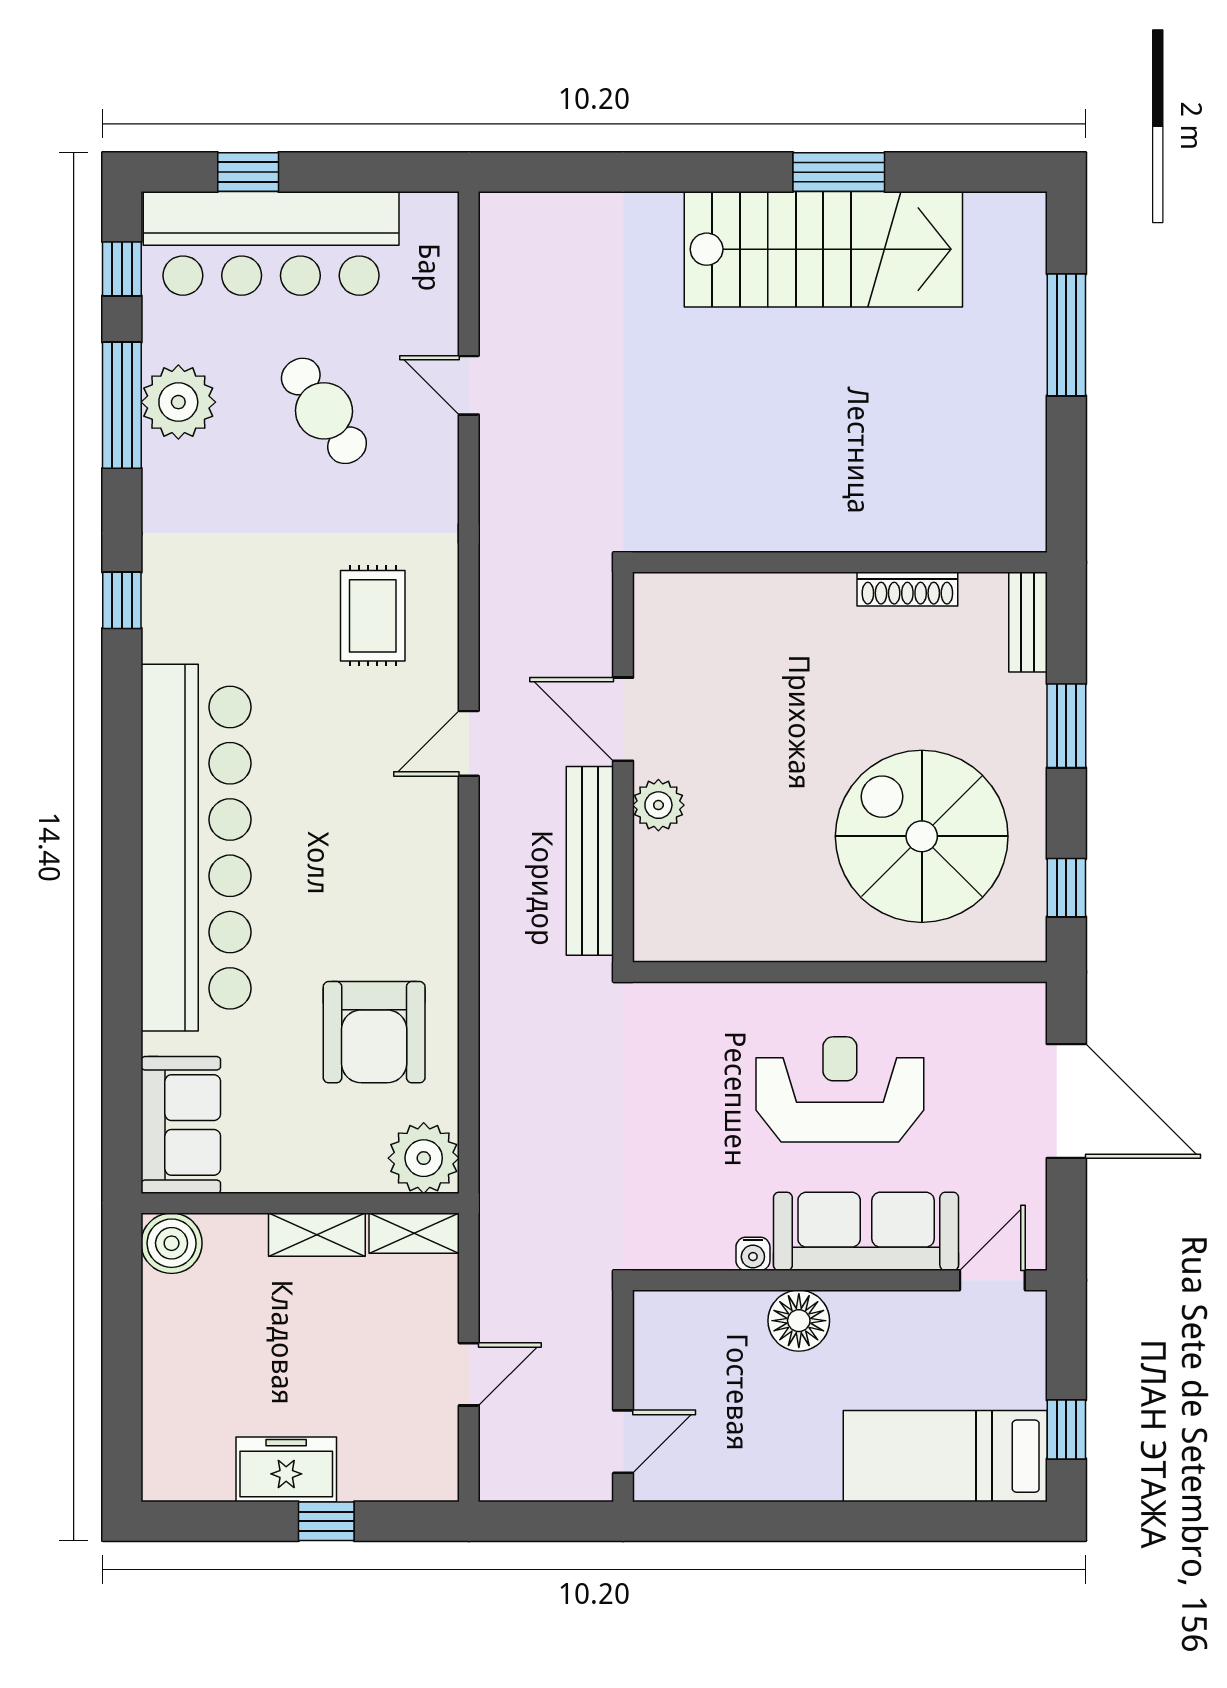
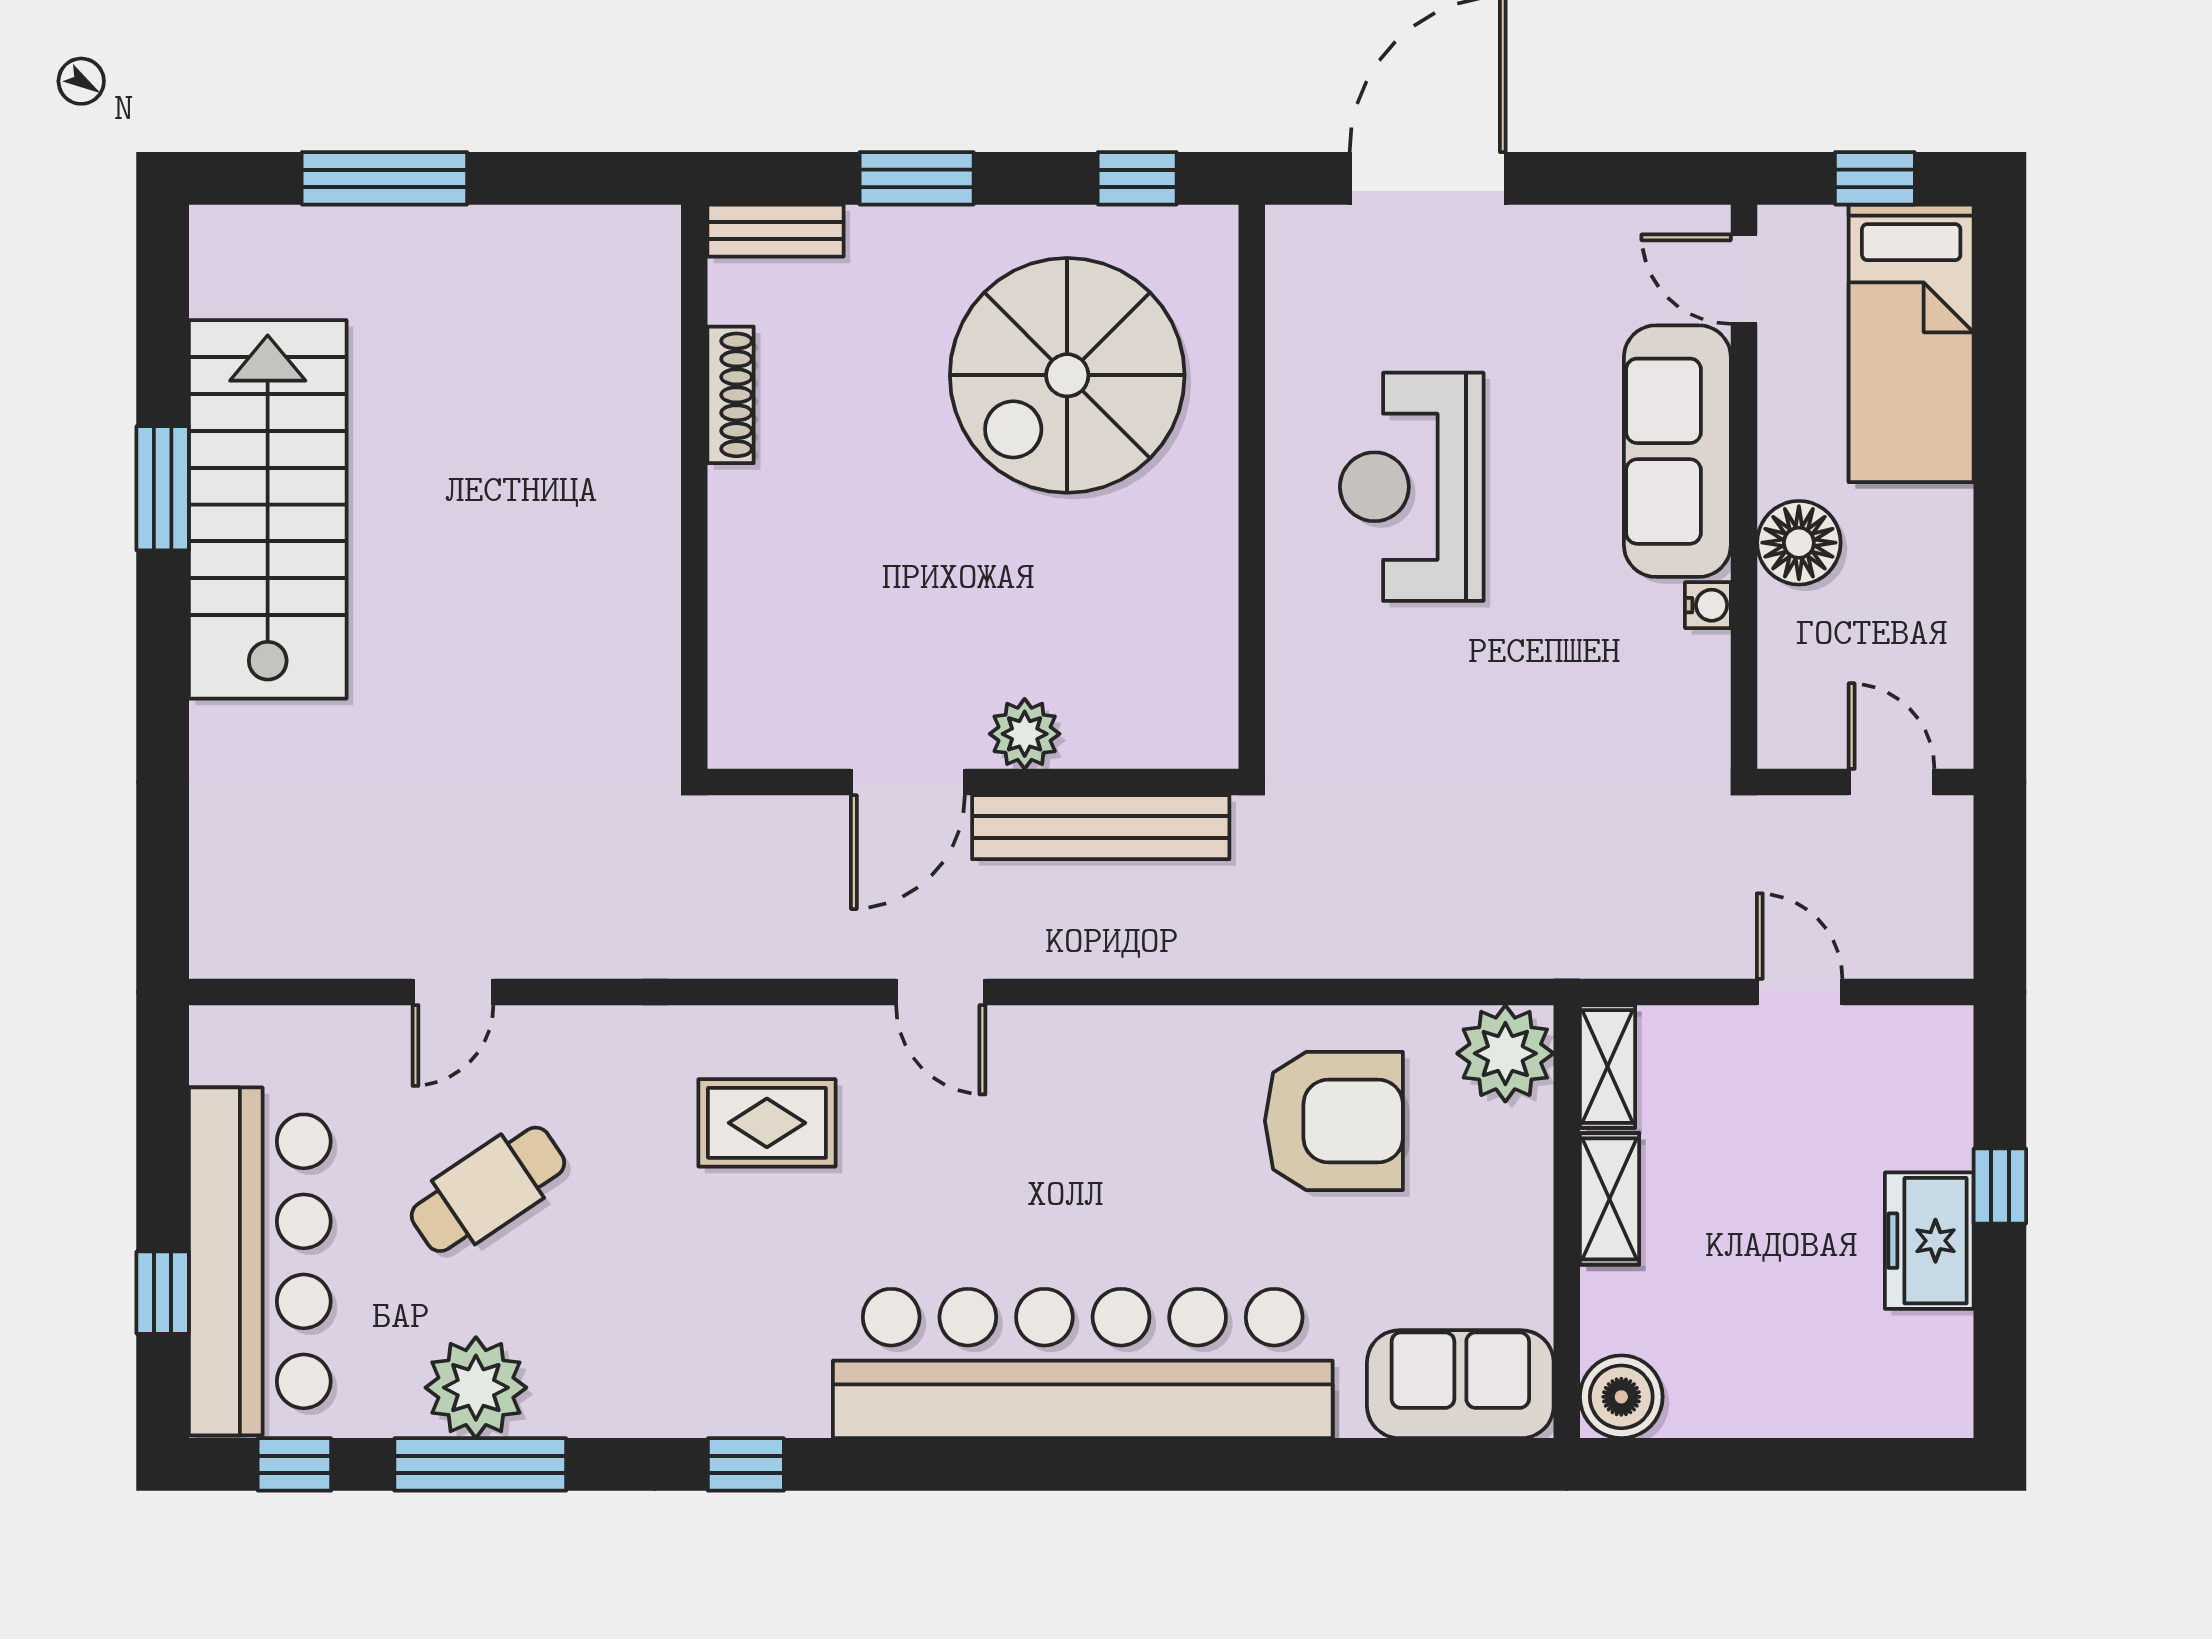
sofa: (866, 1231) -> (1677, 451), moved
water cooler: (753, 1254) -> (1708, 605), moved
wall: (840, 1280) -> (1744, 487), moved
door: (992, 1280) -> (1744, 279), moved
floor lamp: (799, 1321) -> (1799, 543), moved

